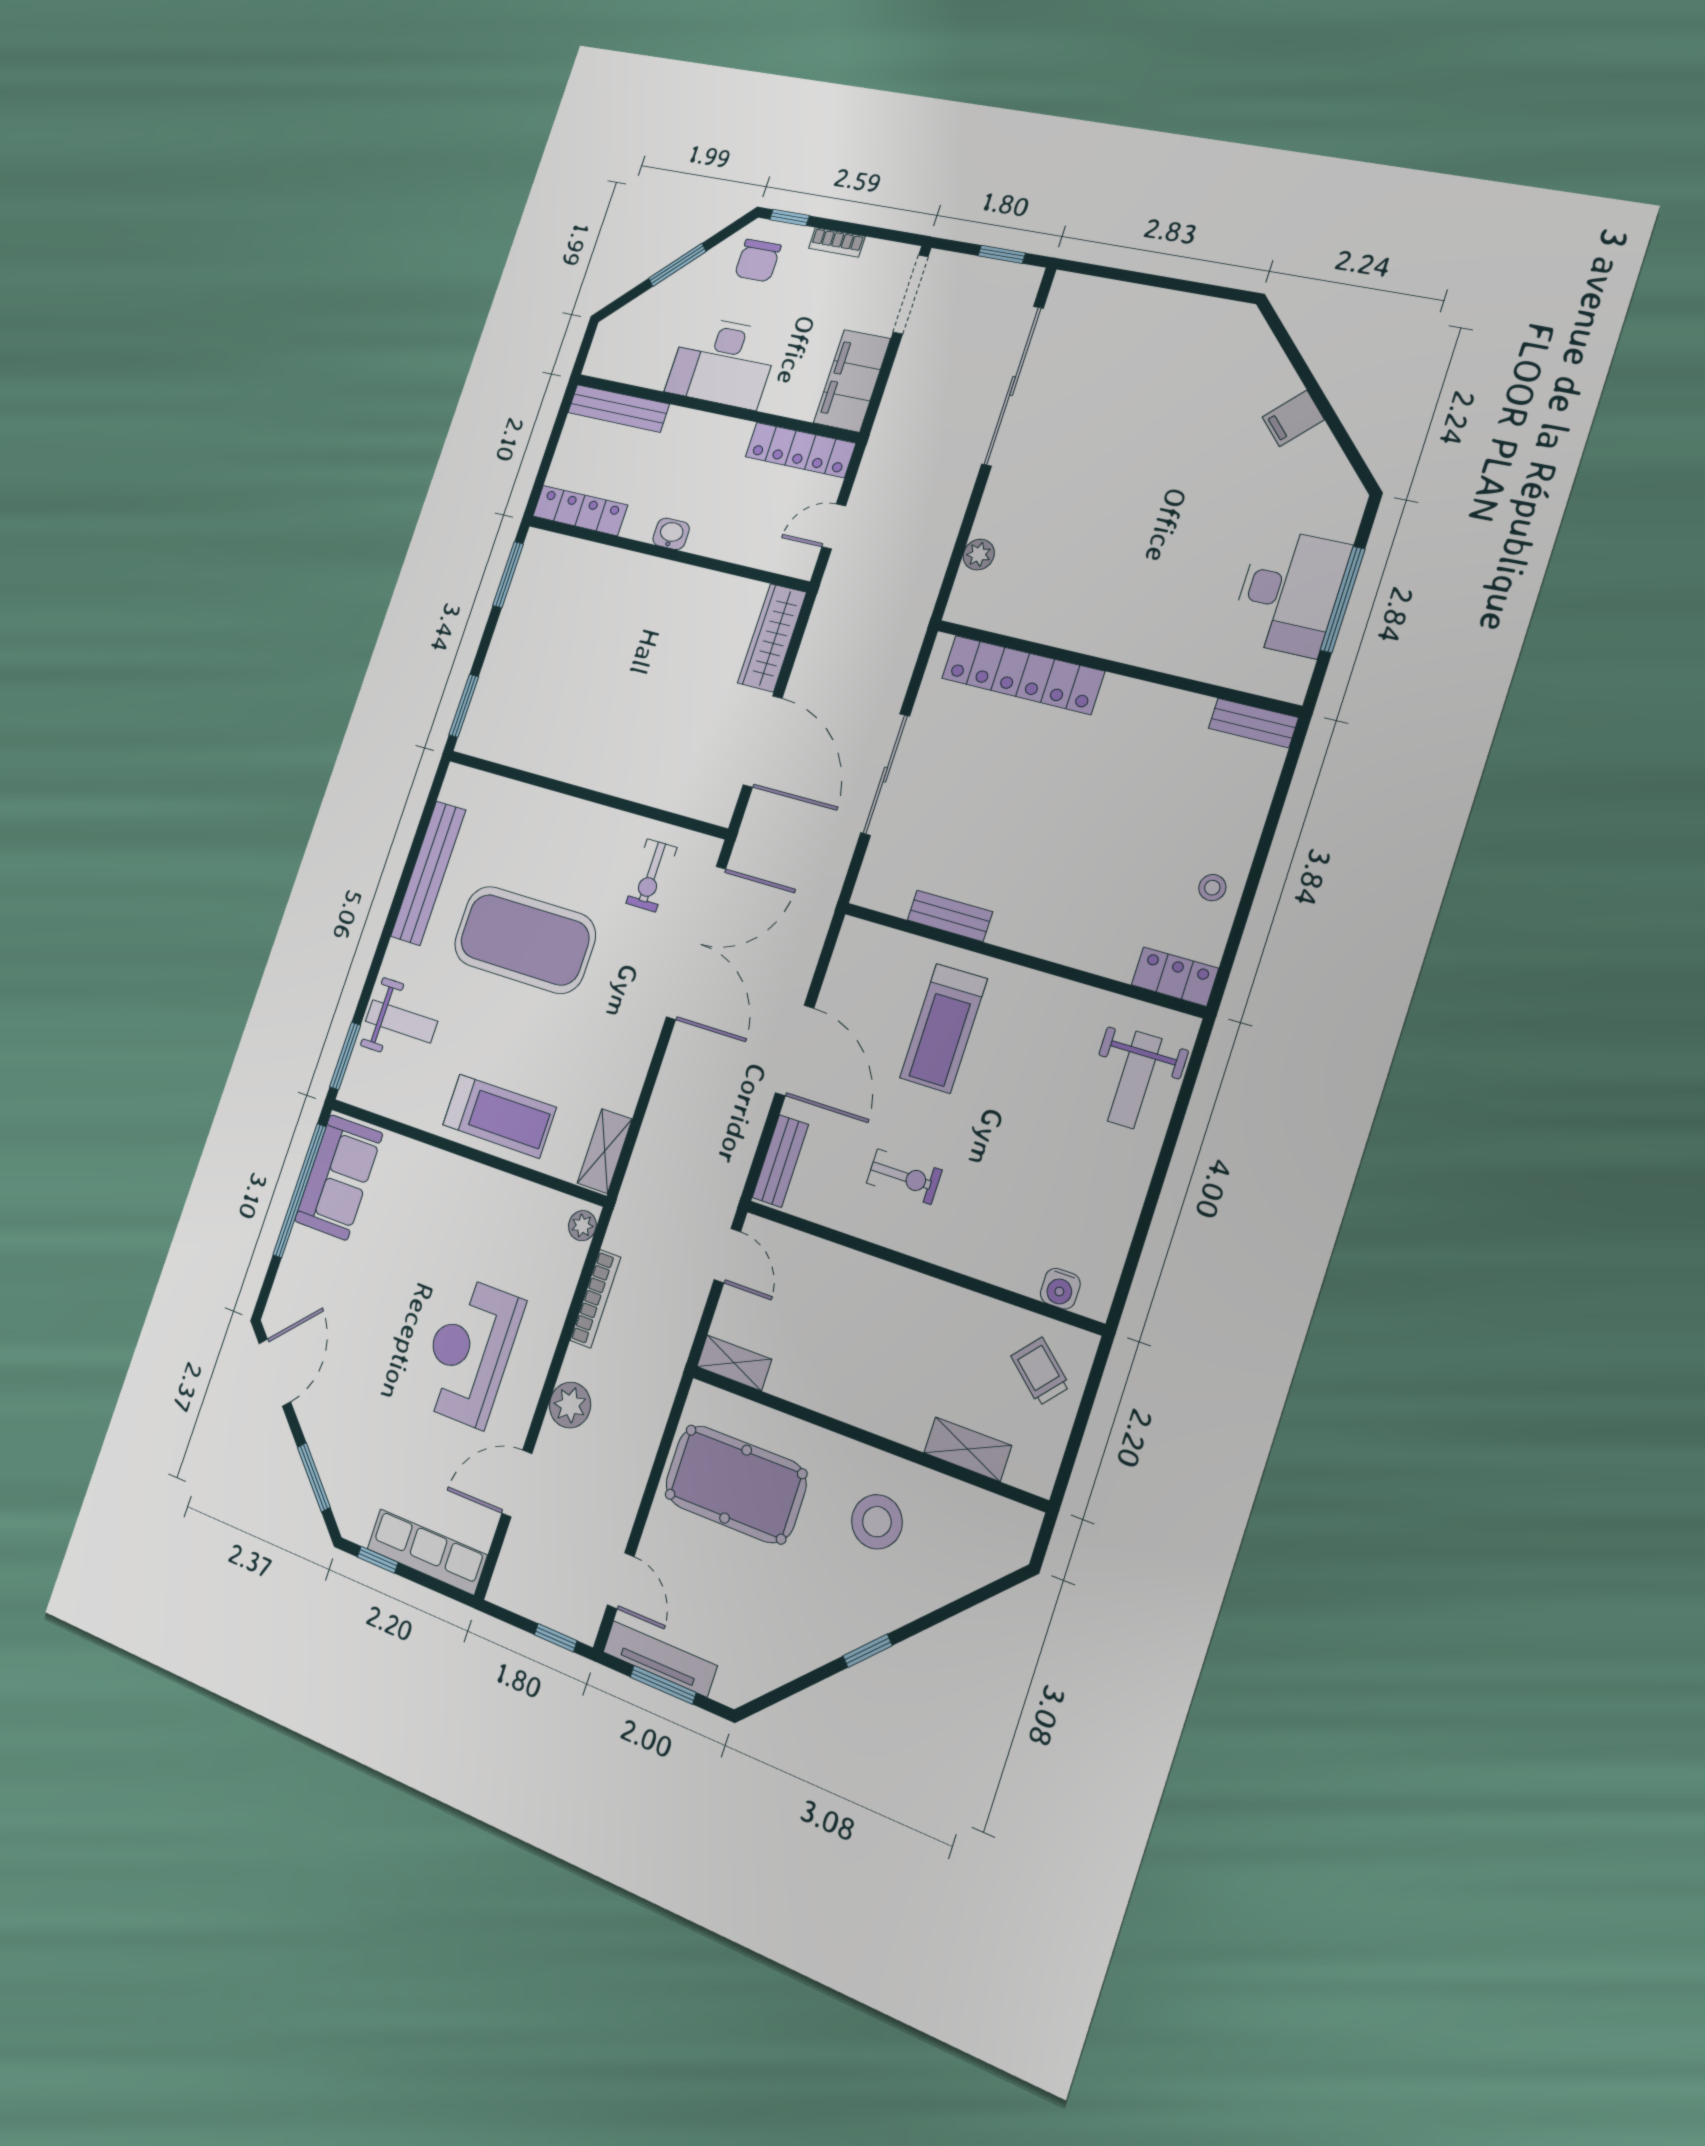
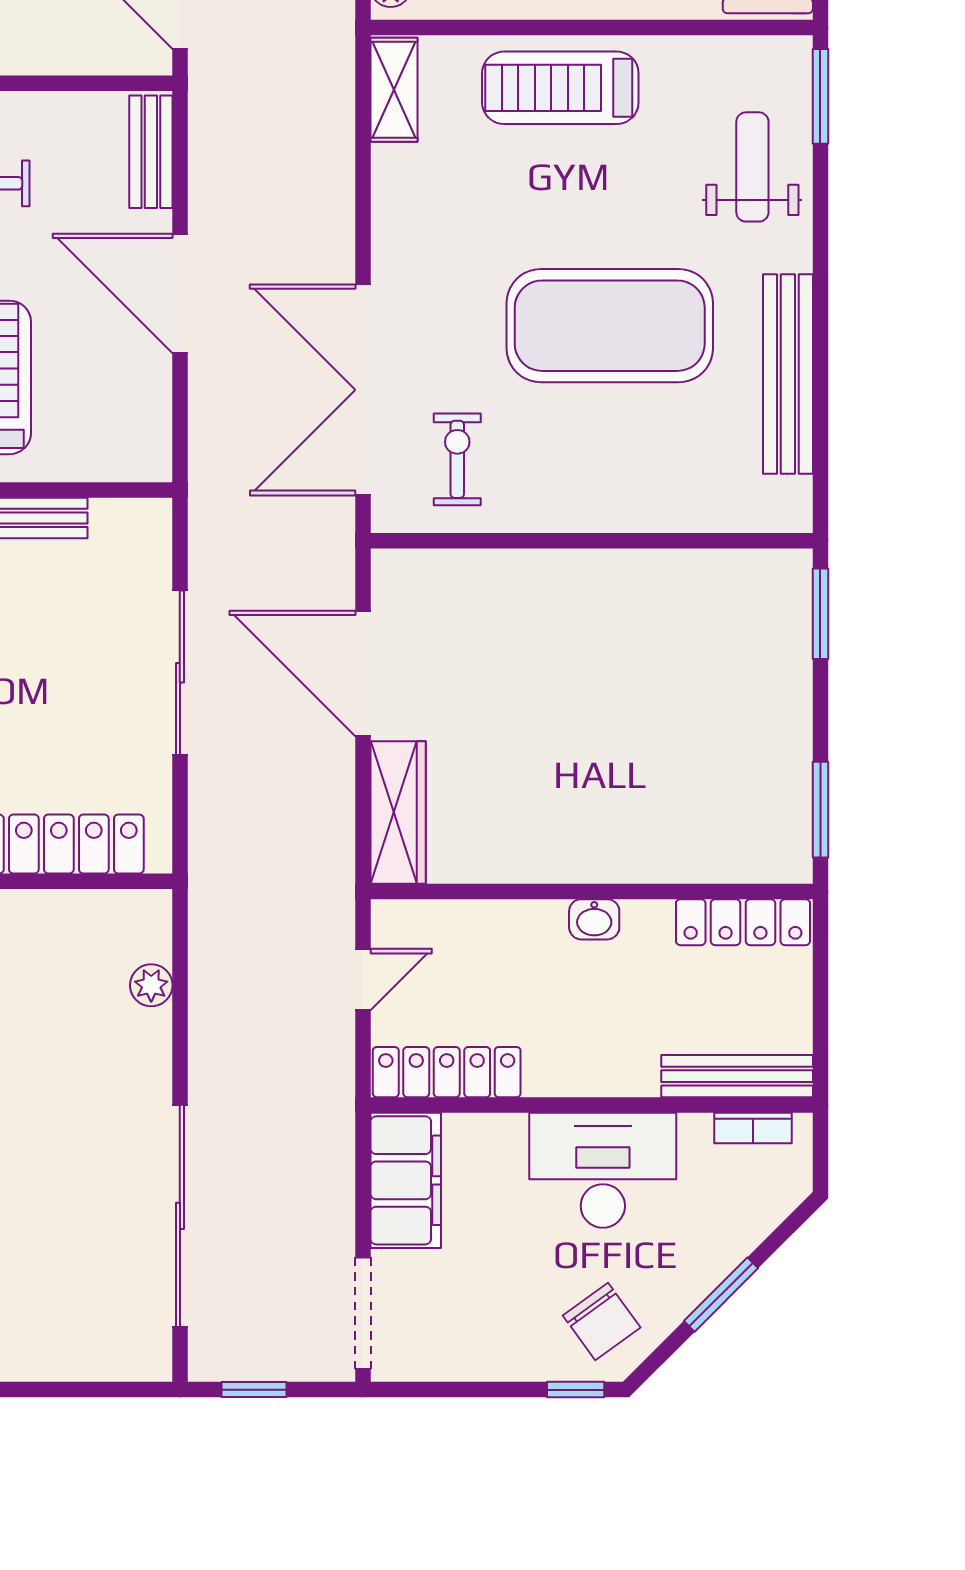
bookcase: (837, 242) -> (753, 1128), moved, turned 180
chair: (758, 261) -> (602, 1321), turned 144
weight bench: (401, 1021) -> (752, 167), turned 90

